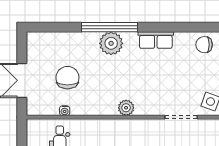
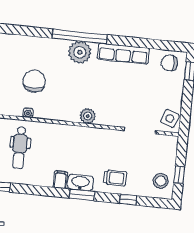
row of seats: (156, 40) -> (123, 54), width x1.48

